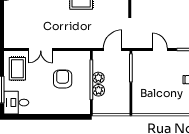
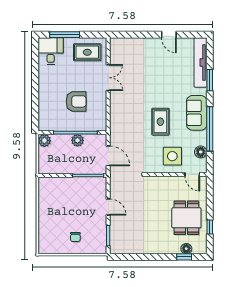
double door: (41, 50) -> (108, 78), swing flipped
door: (160, 50) -> (108, 207), hinge flipped
plant: (99, 90) -> (44, 141), moved

